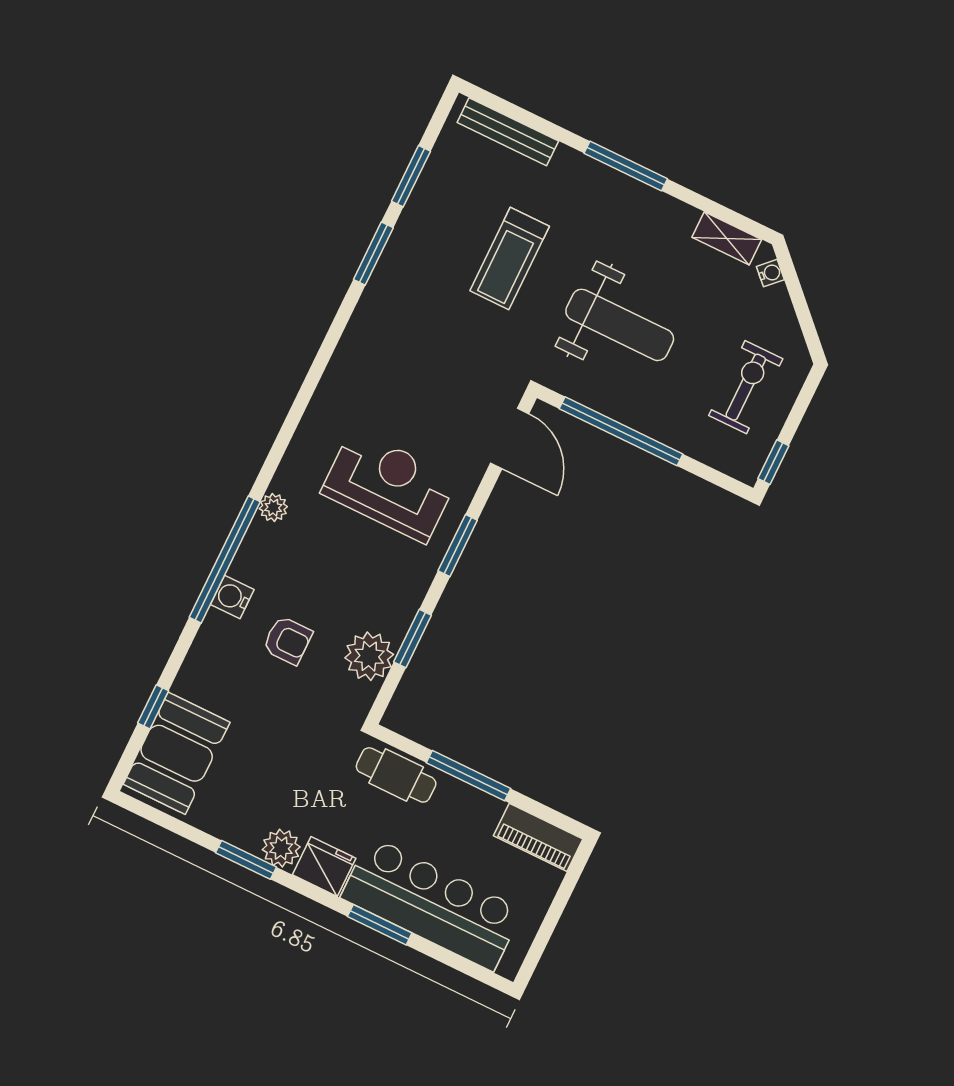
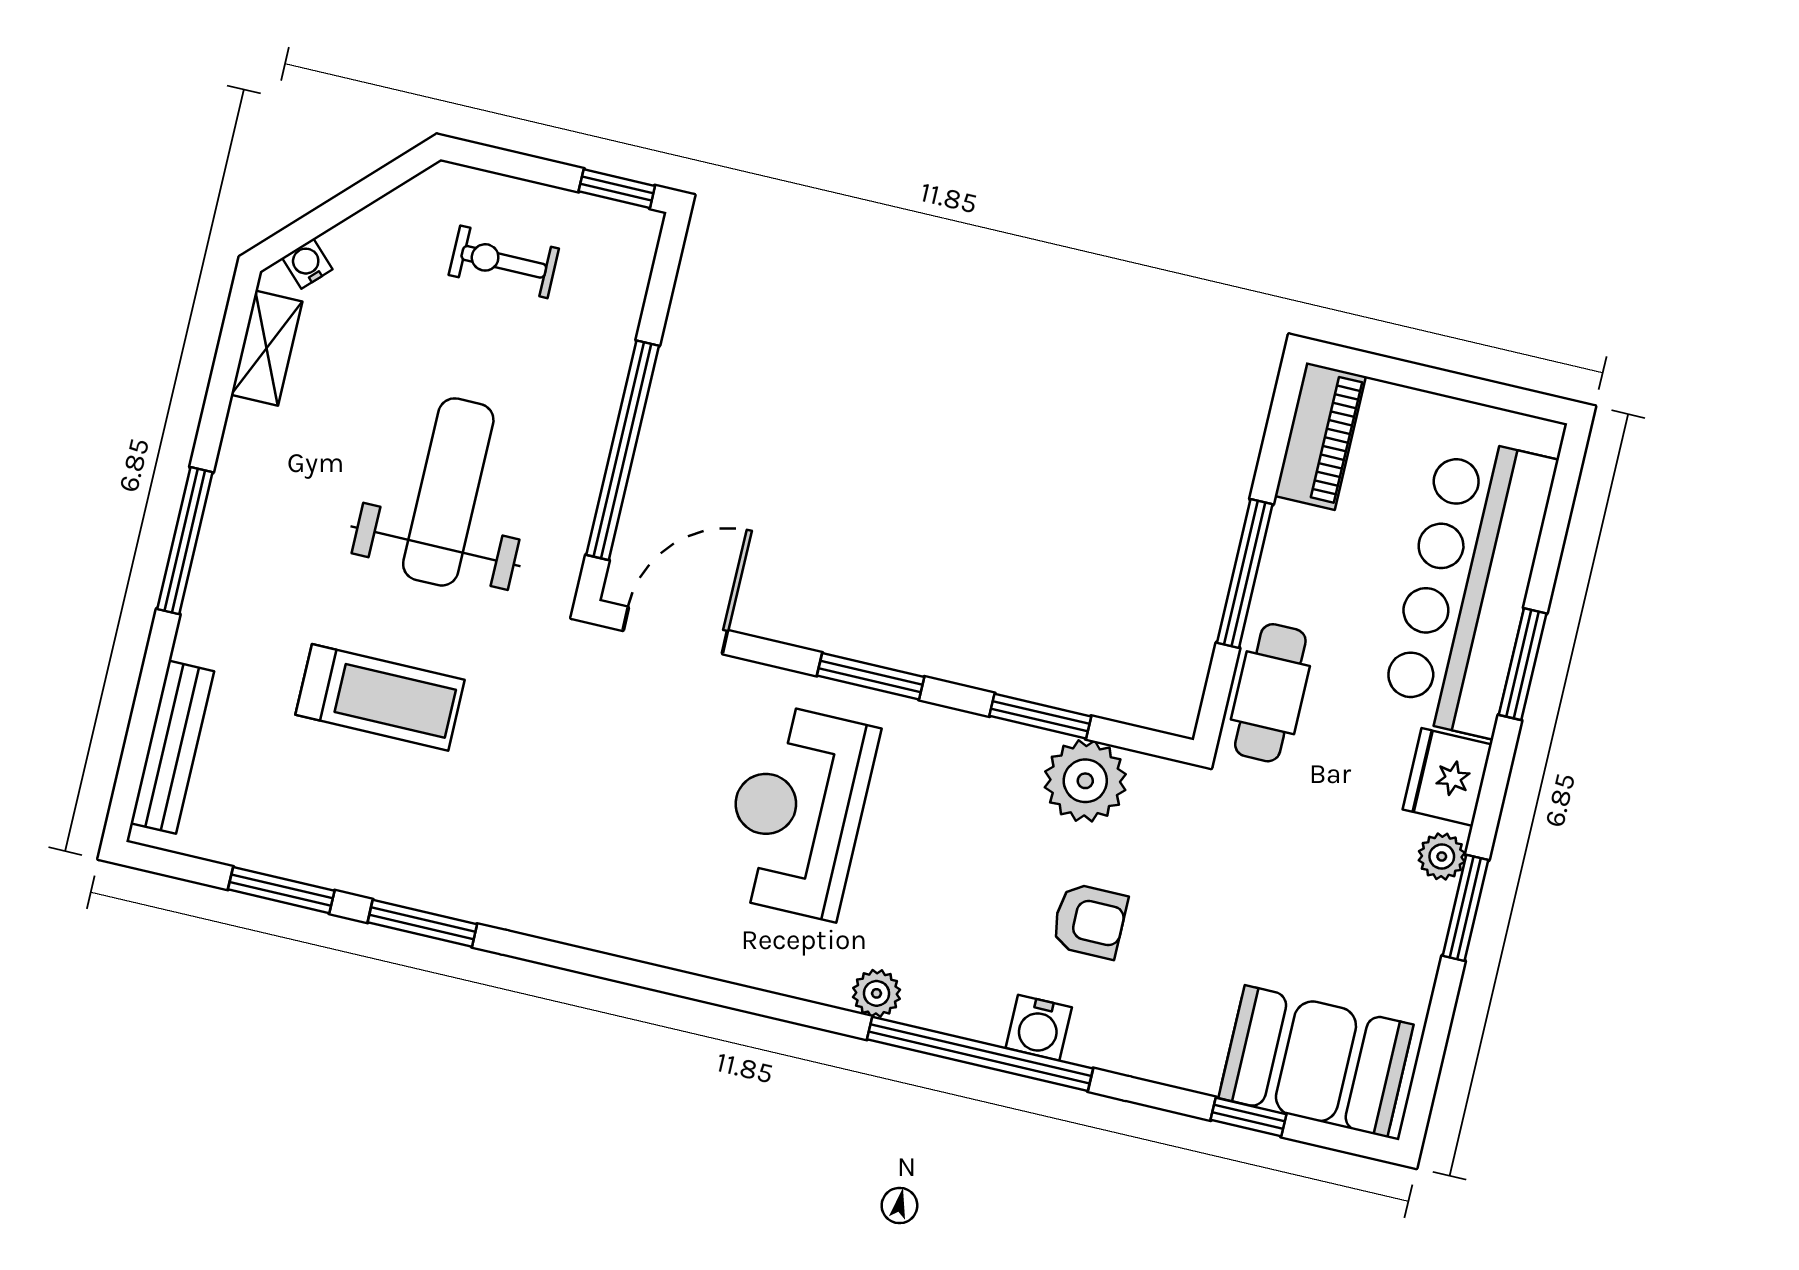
exercise bike: (746, 387) -> (504, 262), width x0.73, depth x0.72
armchair: (287, 640) -> (1089, 921), turned 90
plant: (281, 848) -> (1442, 856), width x0.73, depth x0.73

